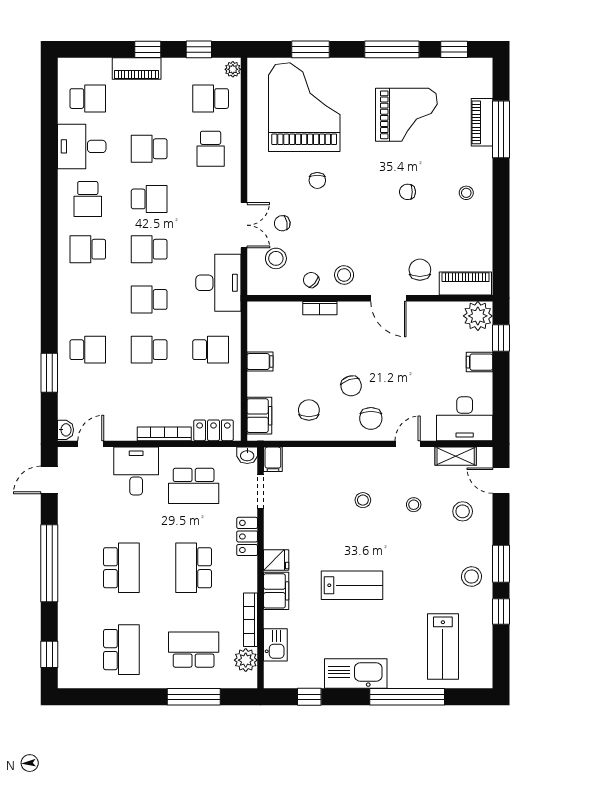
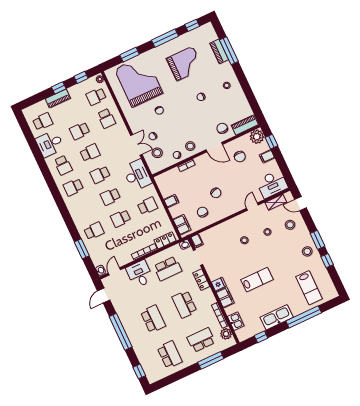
chair: (371, 418) -> (240, 157), moved

